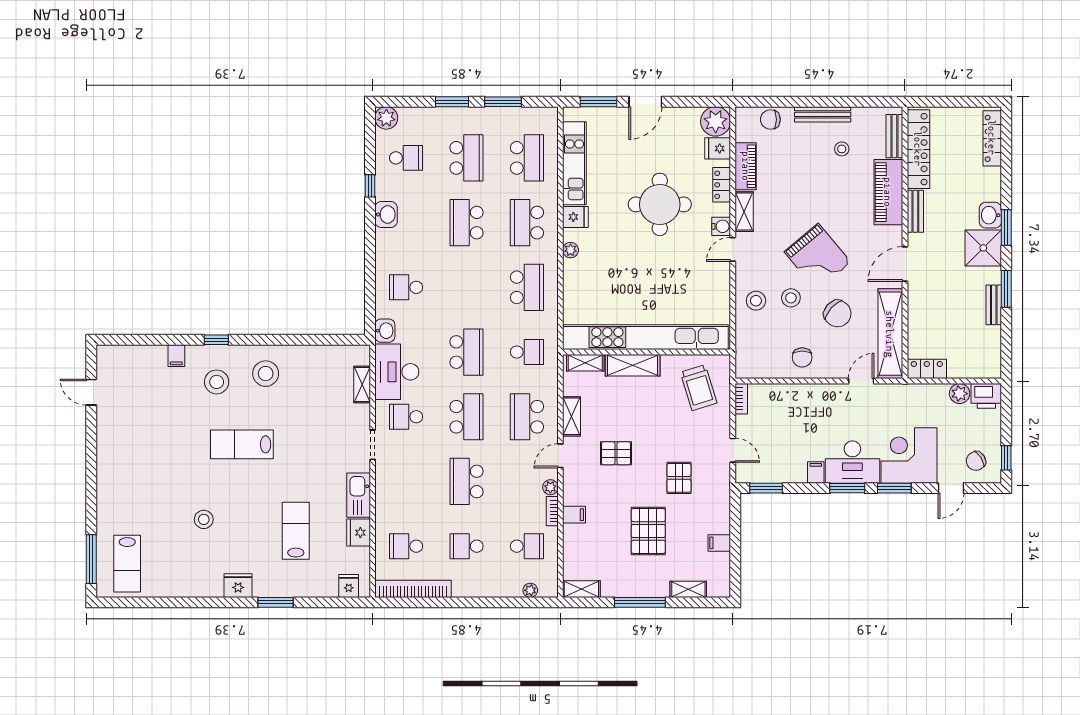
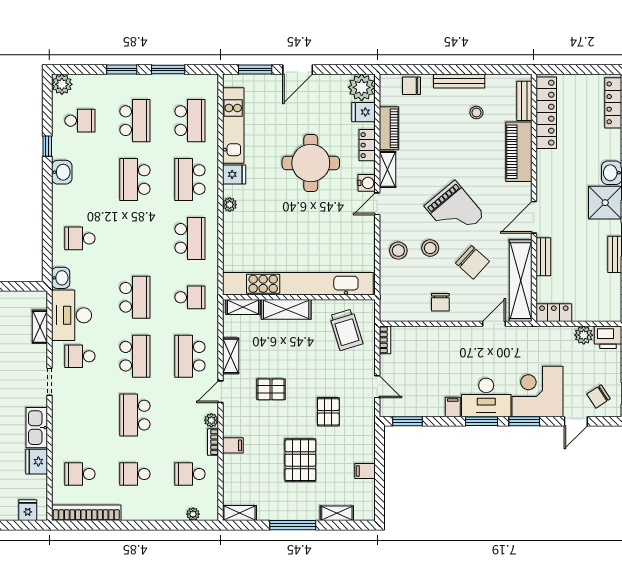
bench: (915, 211) -> (543, 257), moved
school desk: (527, 546) -> (190, 474), turned 180

